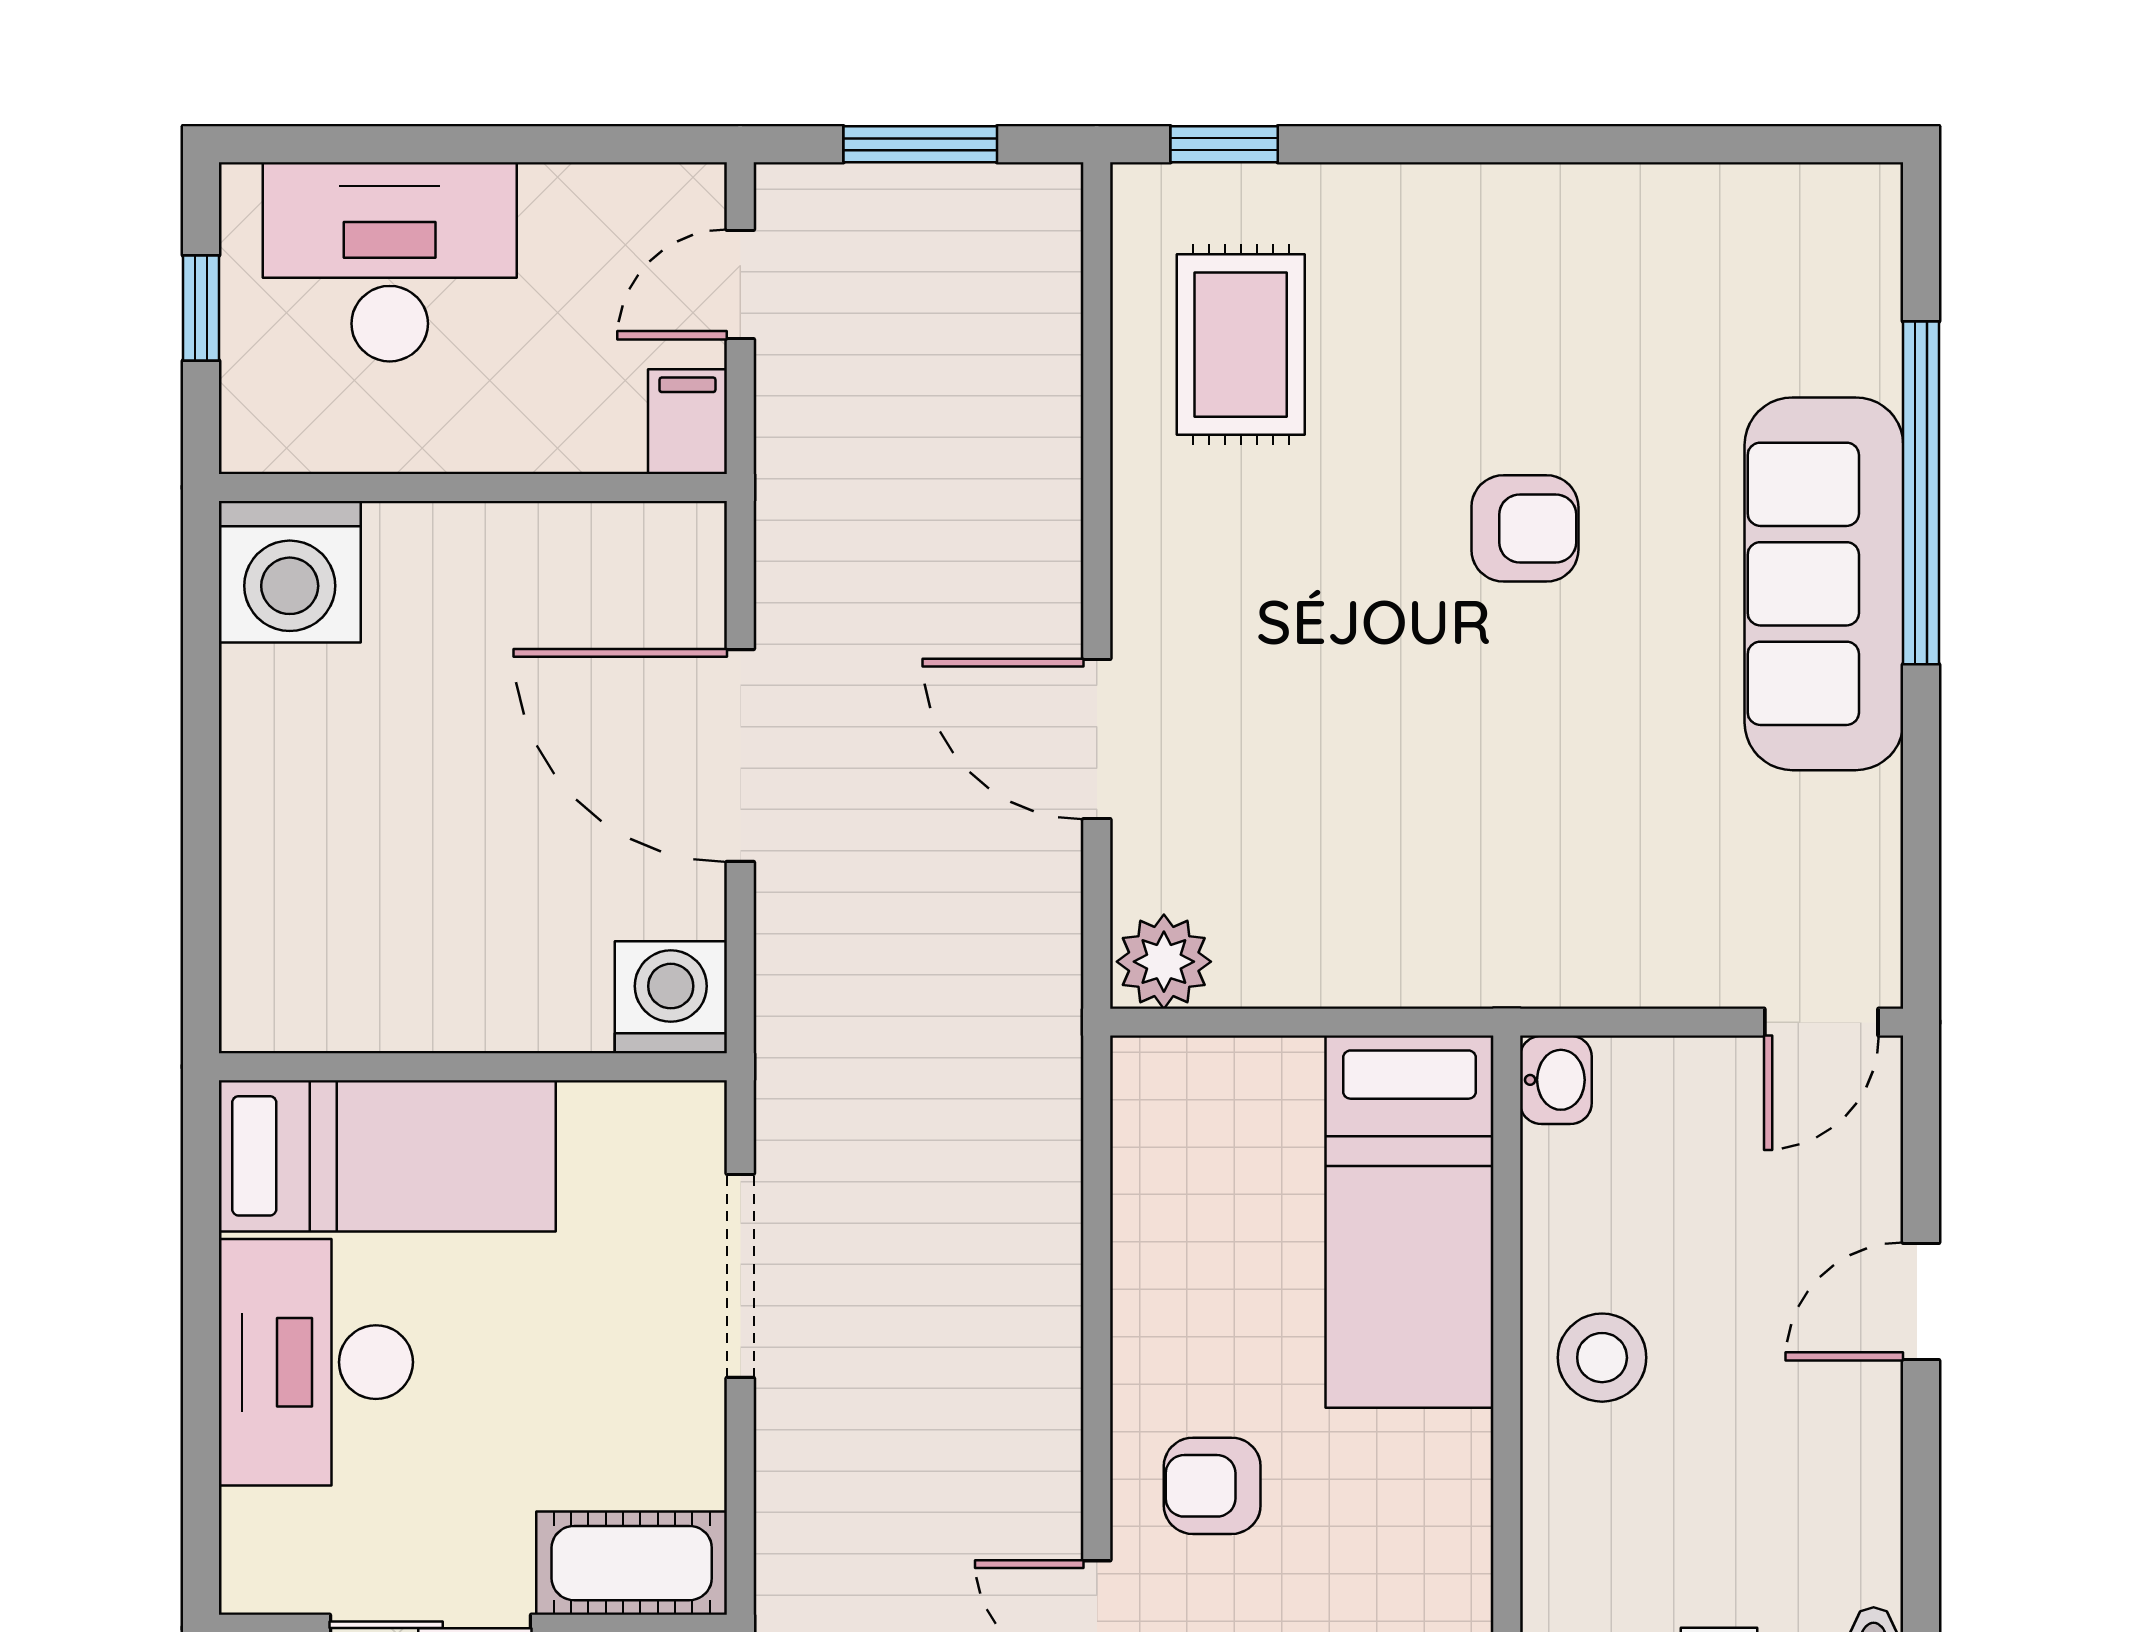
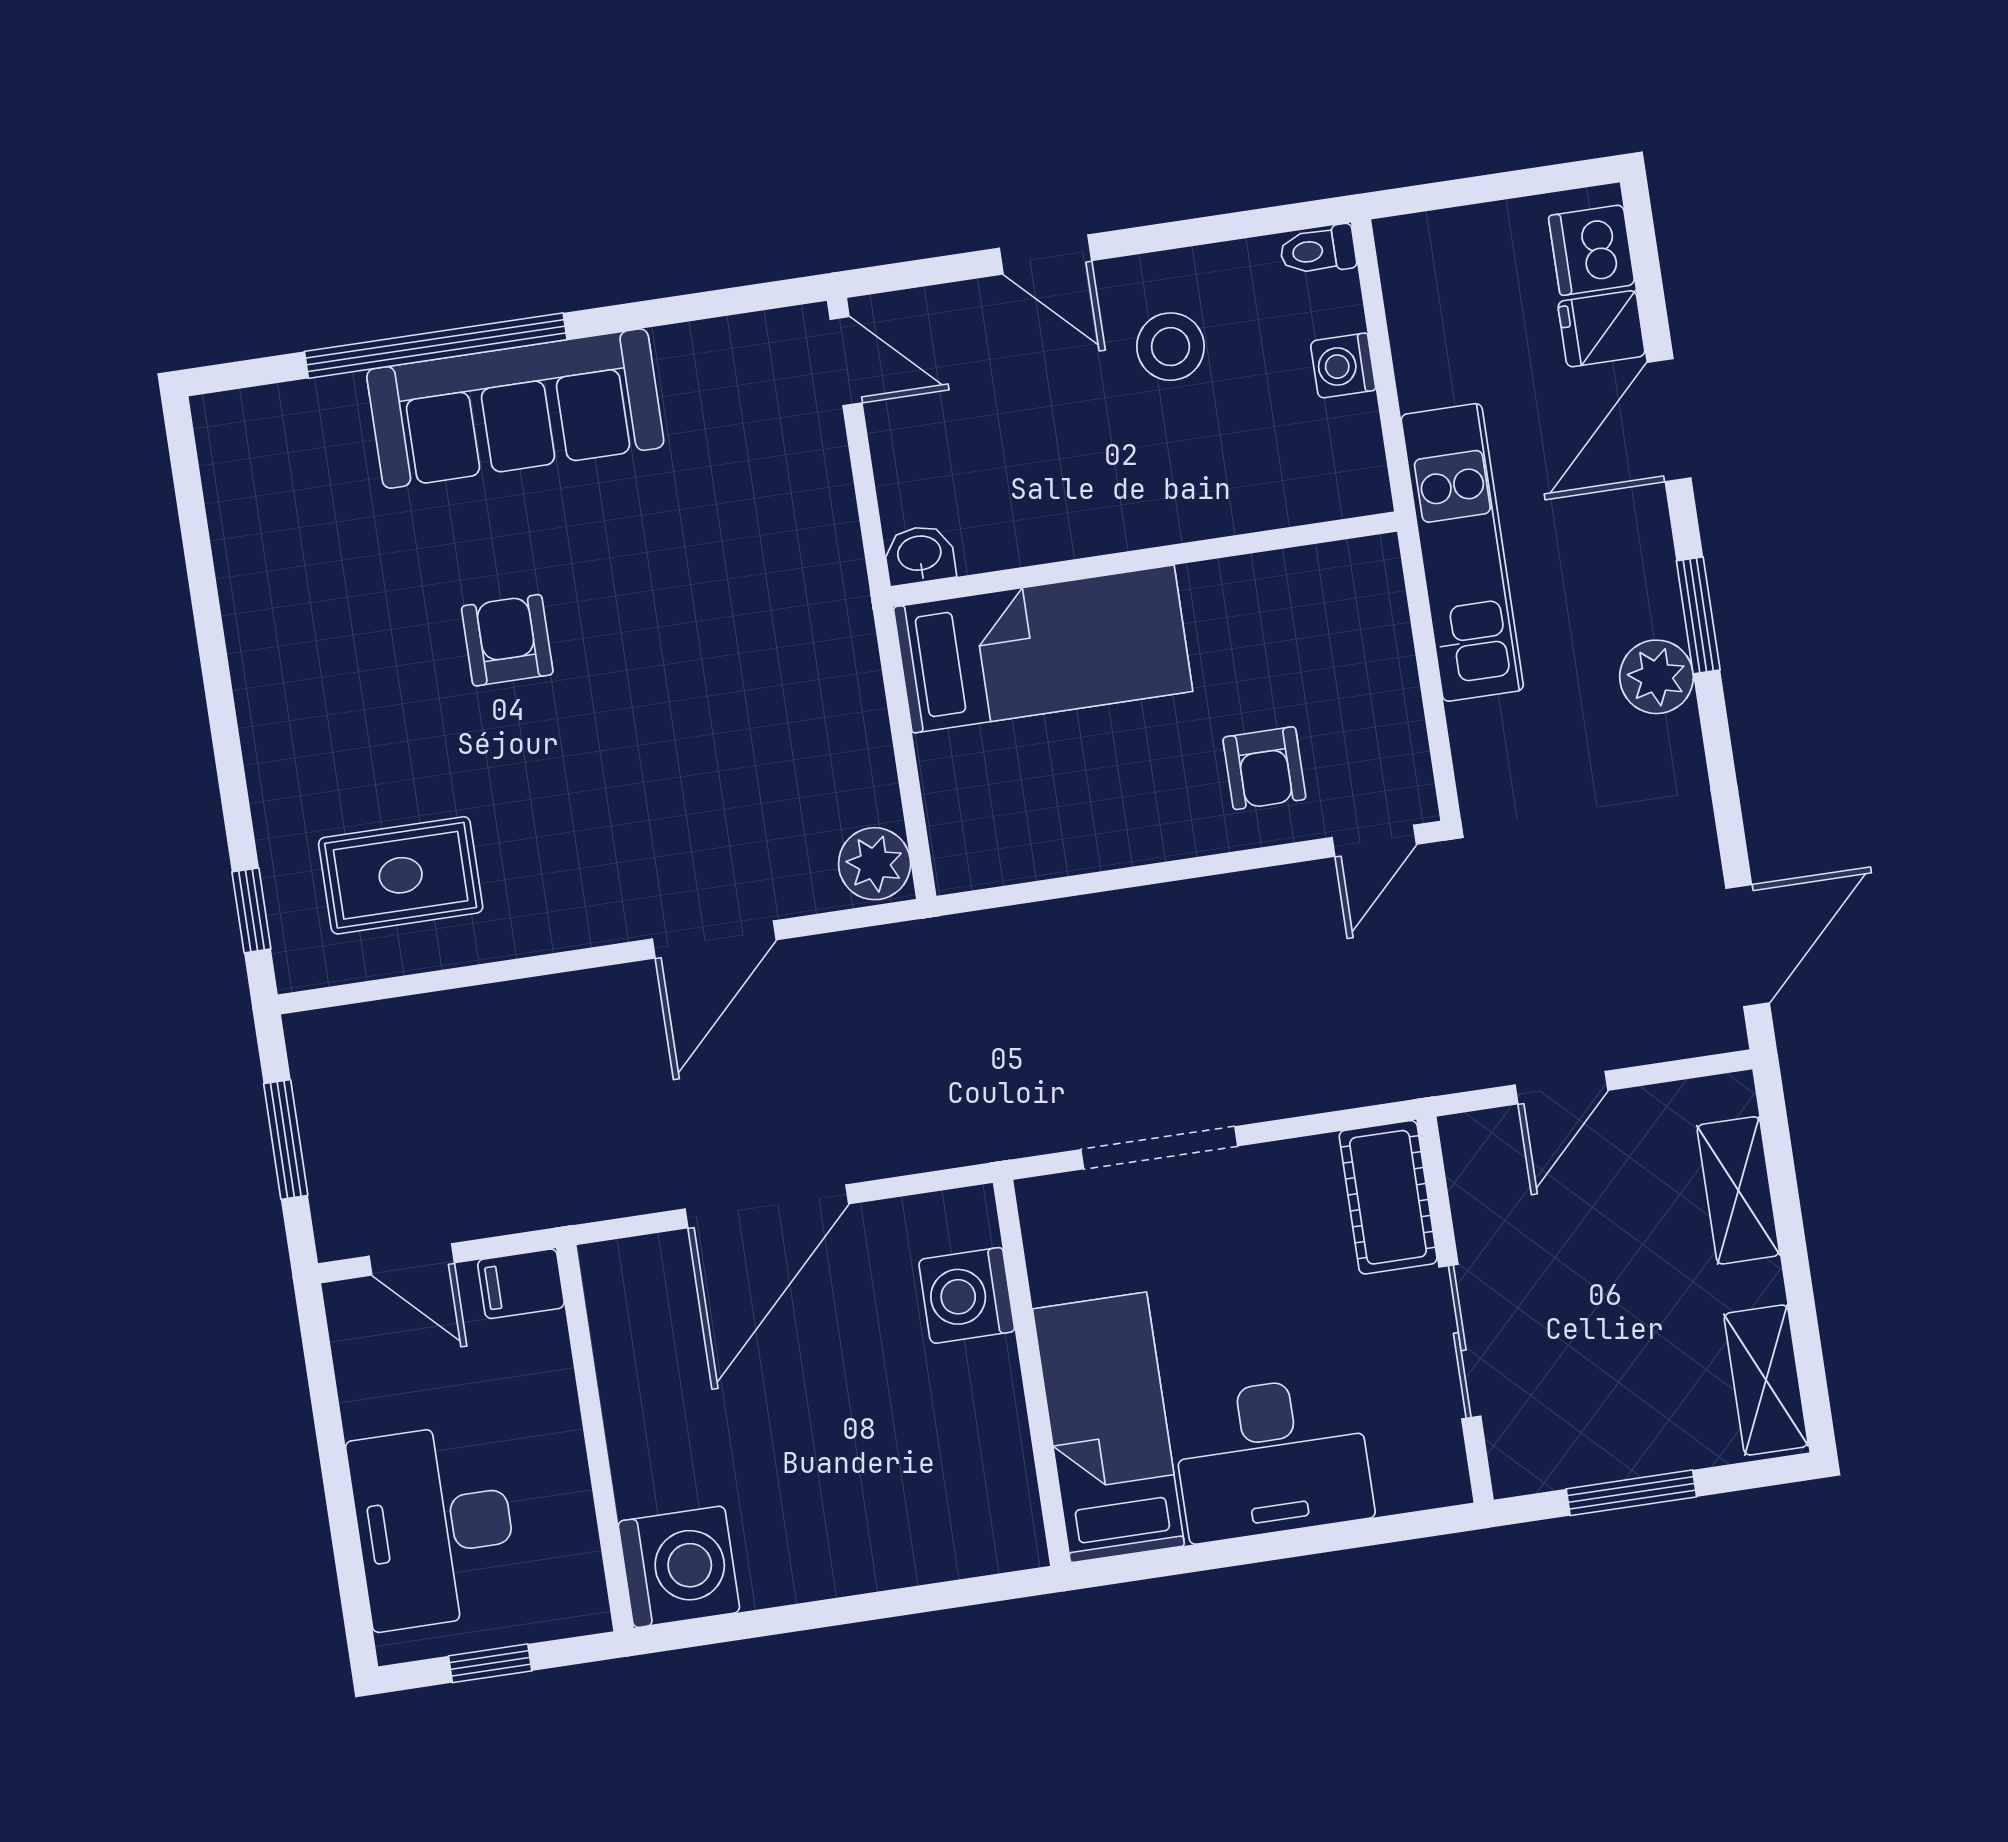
washing machine: (671, 997) -> (967, 1296), moved
stool: (1602, 1358) -> (1170, 347), moved

